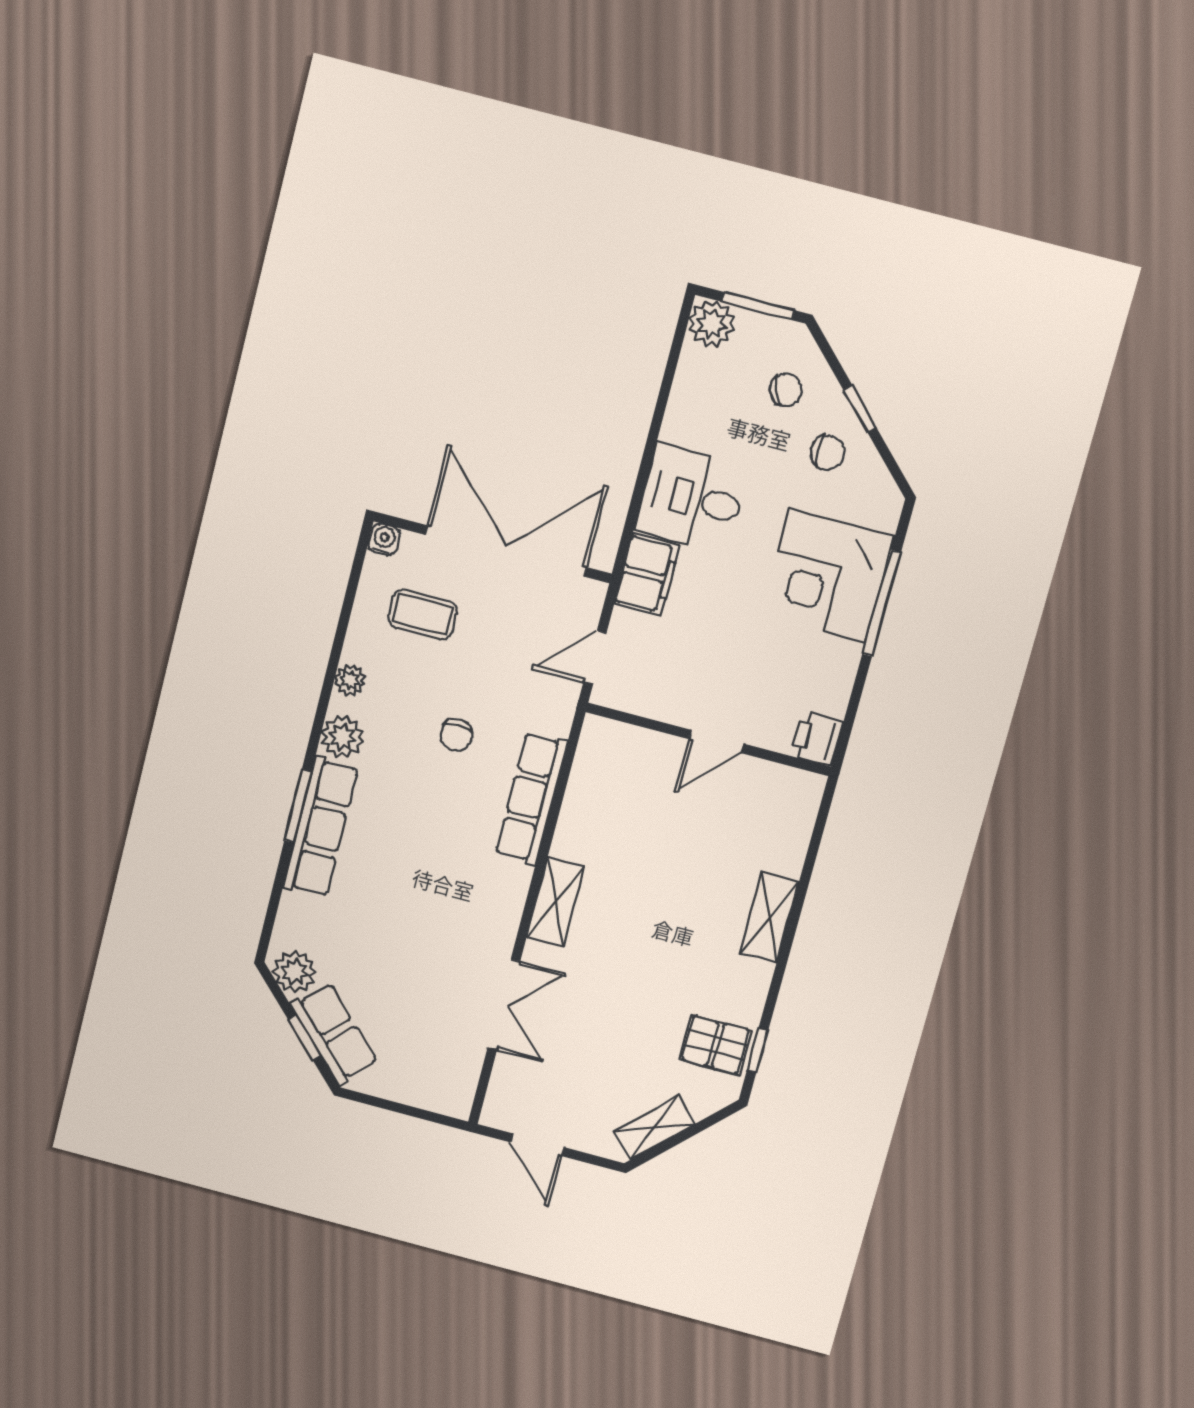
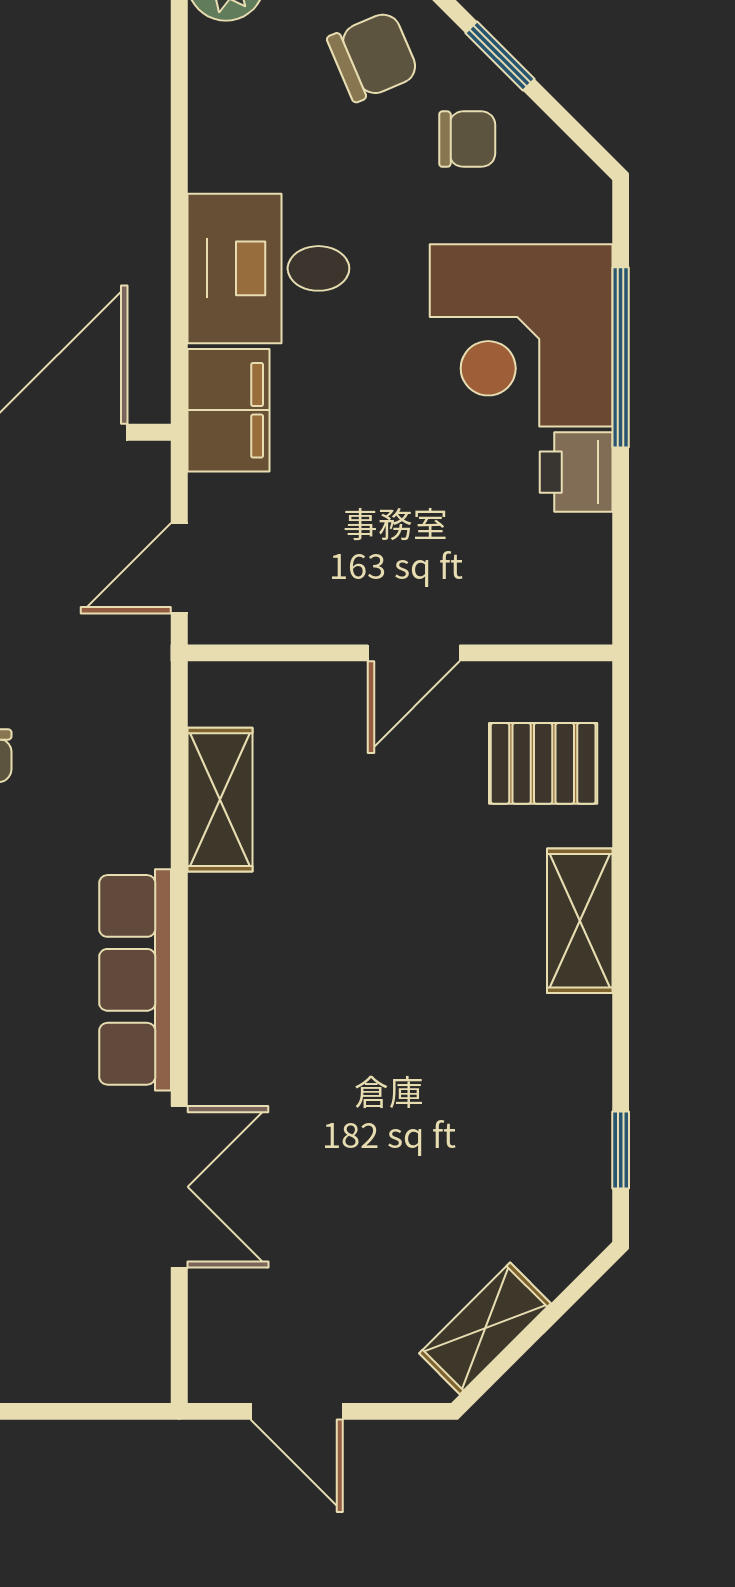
chair: (786, 390) -> (373, 56), width x1.37, depth x1.37
printer: (817, 739) -> (576, 472), moved
row of seats: (531, 798) -> (135, 980), moved
shelving: (555, 902) -> (220, 800), moved
pallet: (715, 1045) -> (543, 763), moved

